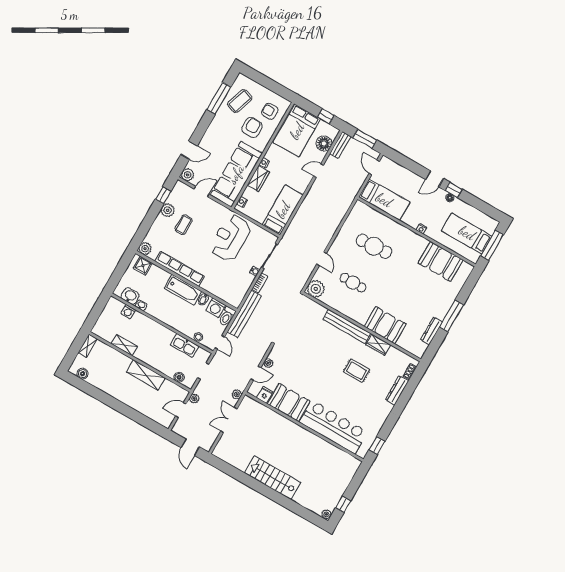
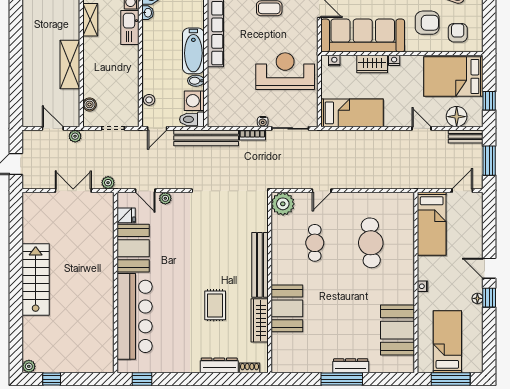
dresser: (431, 331) -> (351, 366), moved
kitchen sink: (184, 345) -> (130, 27), moved
wardrobe: (378, 345) -> (260, 320), width x1.50

